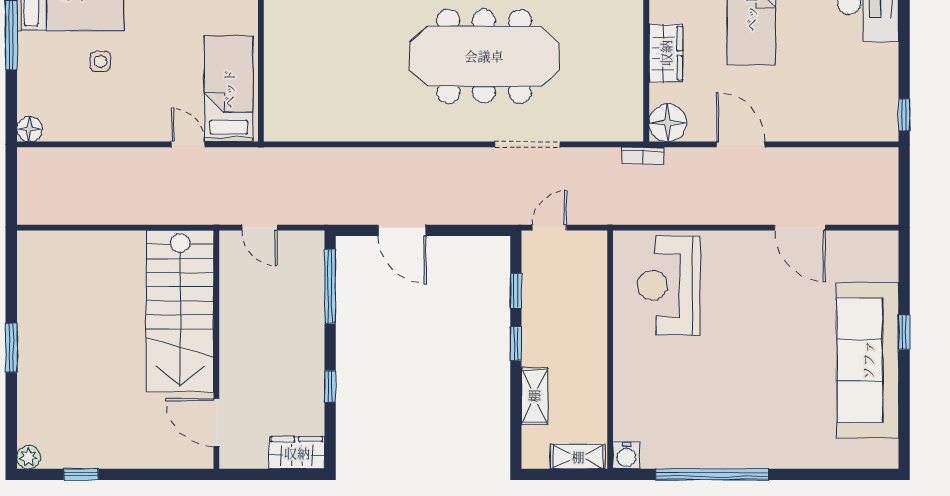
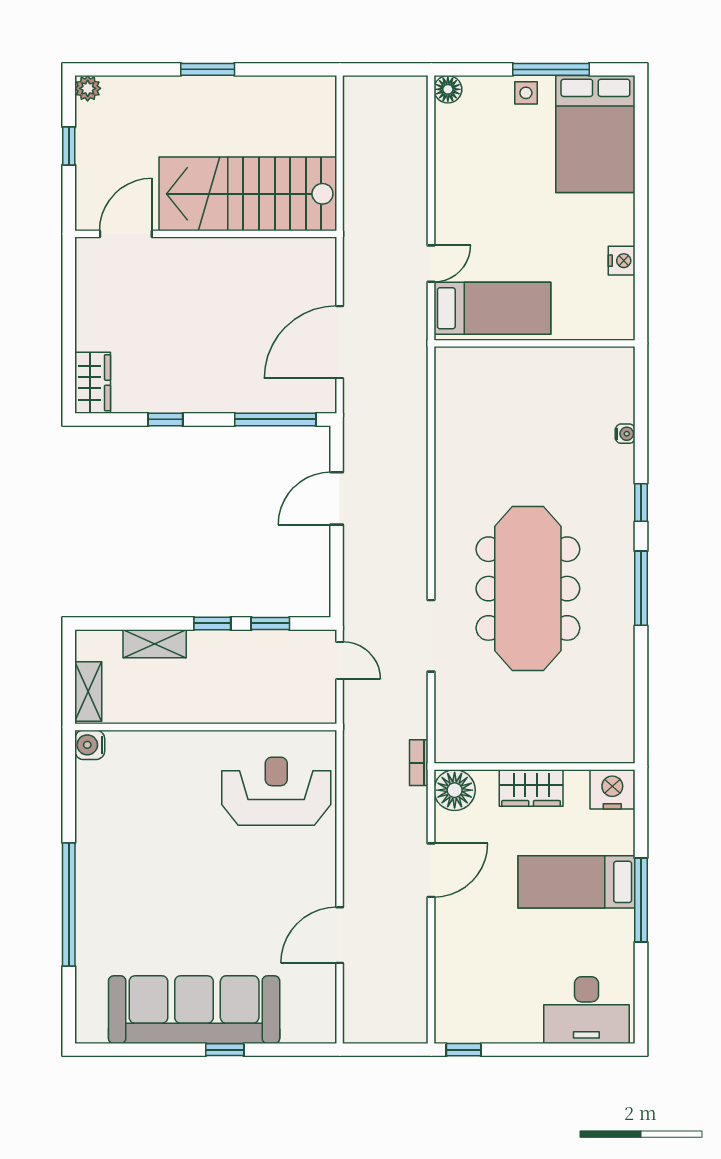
side table: (100, 61) -> (526, 93), moved
door: (260, 228) -> (340, 342), width x1.88
stairs: (180, 311) -> (248, 194), moved
wall: (216, 350) -> (206, 234), moved
door: (216, 422) -> (126, 234), moved
window: (712, 474) -> (69, 905), moved

